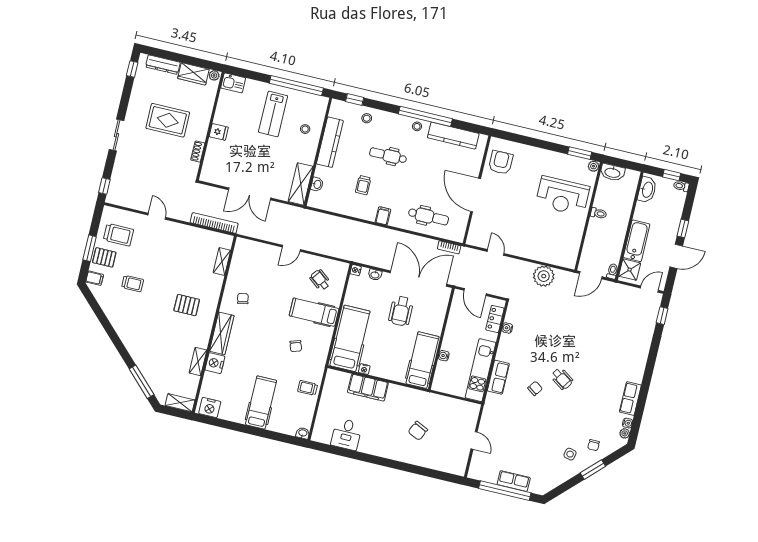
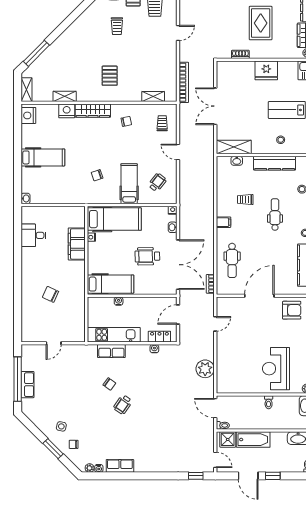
fridge: (219, 132) -> (266, 70), width x1.88, depth x1.34
trolley: (308, 388) -> (162, 123), moved

